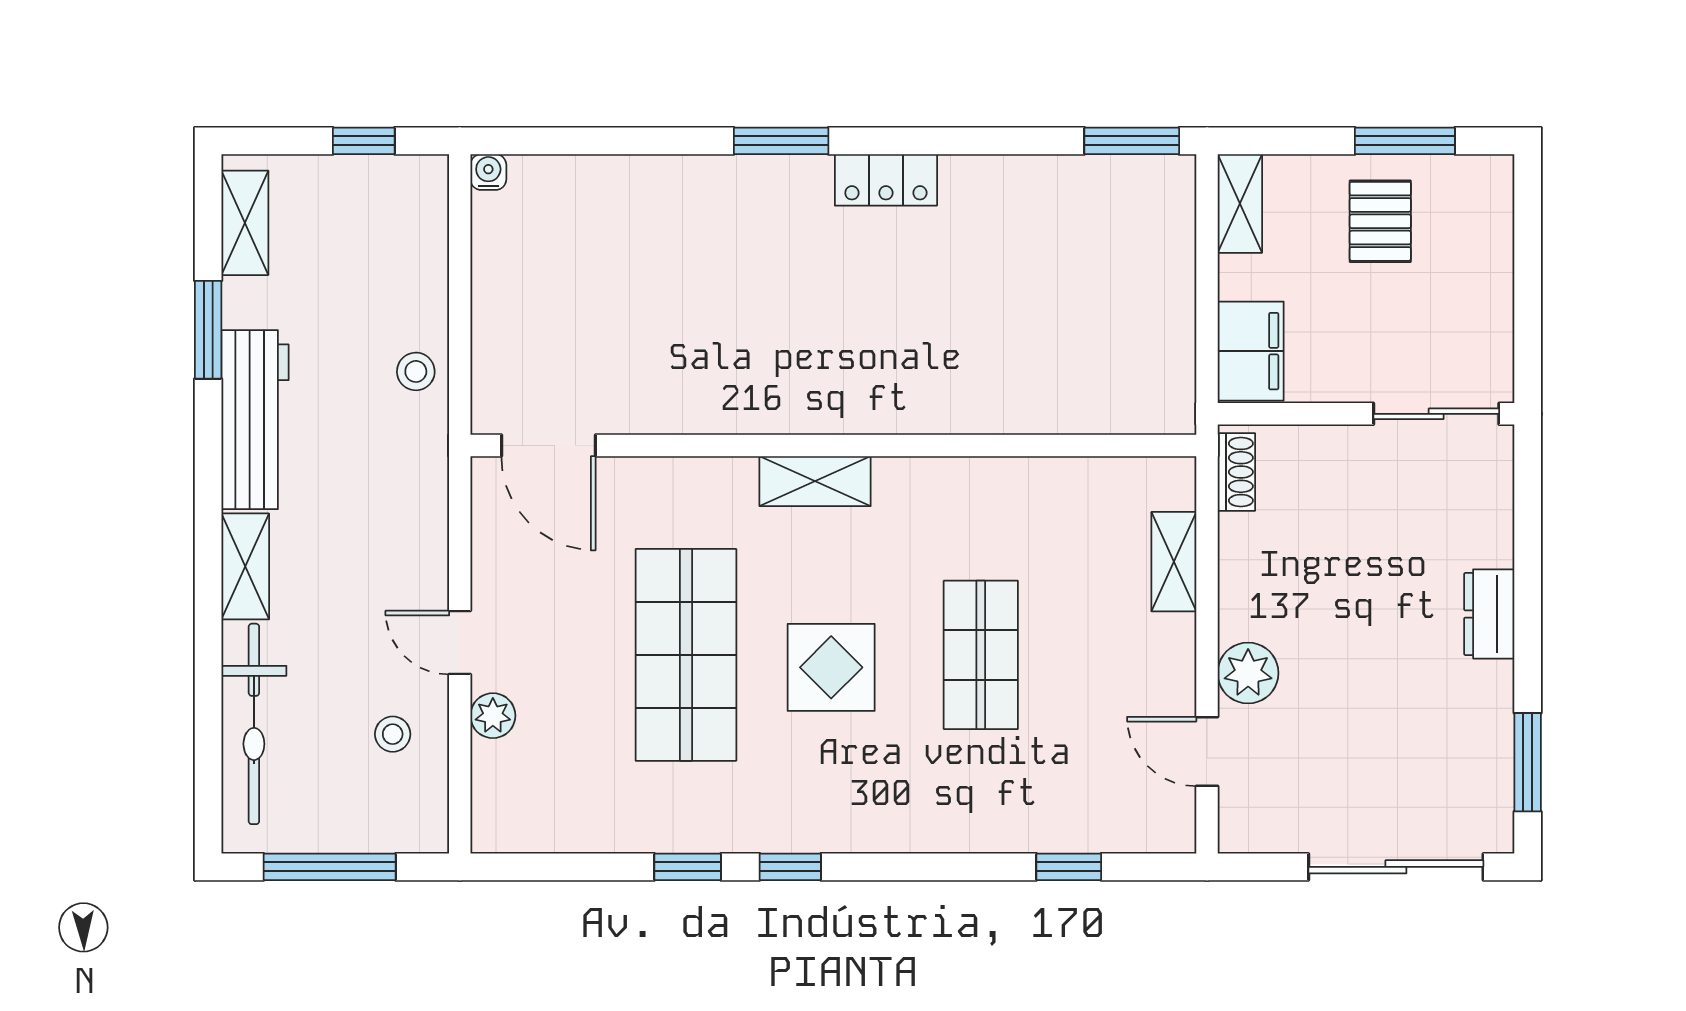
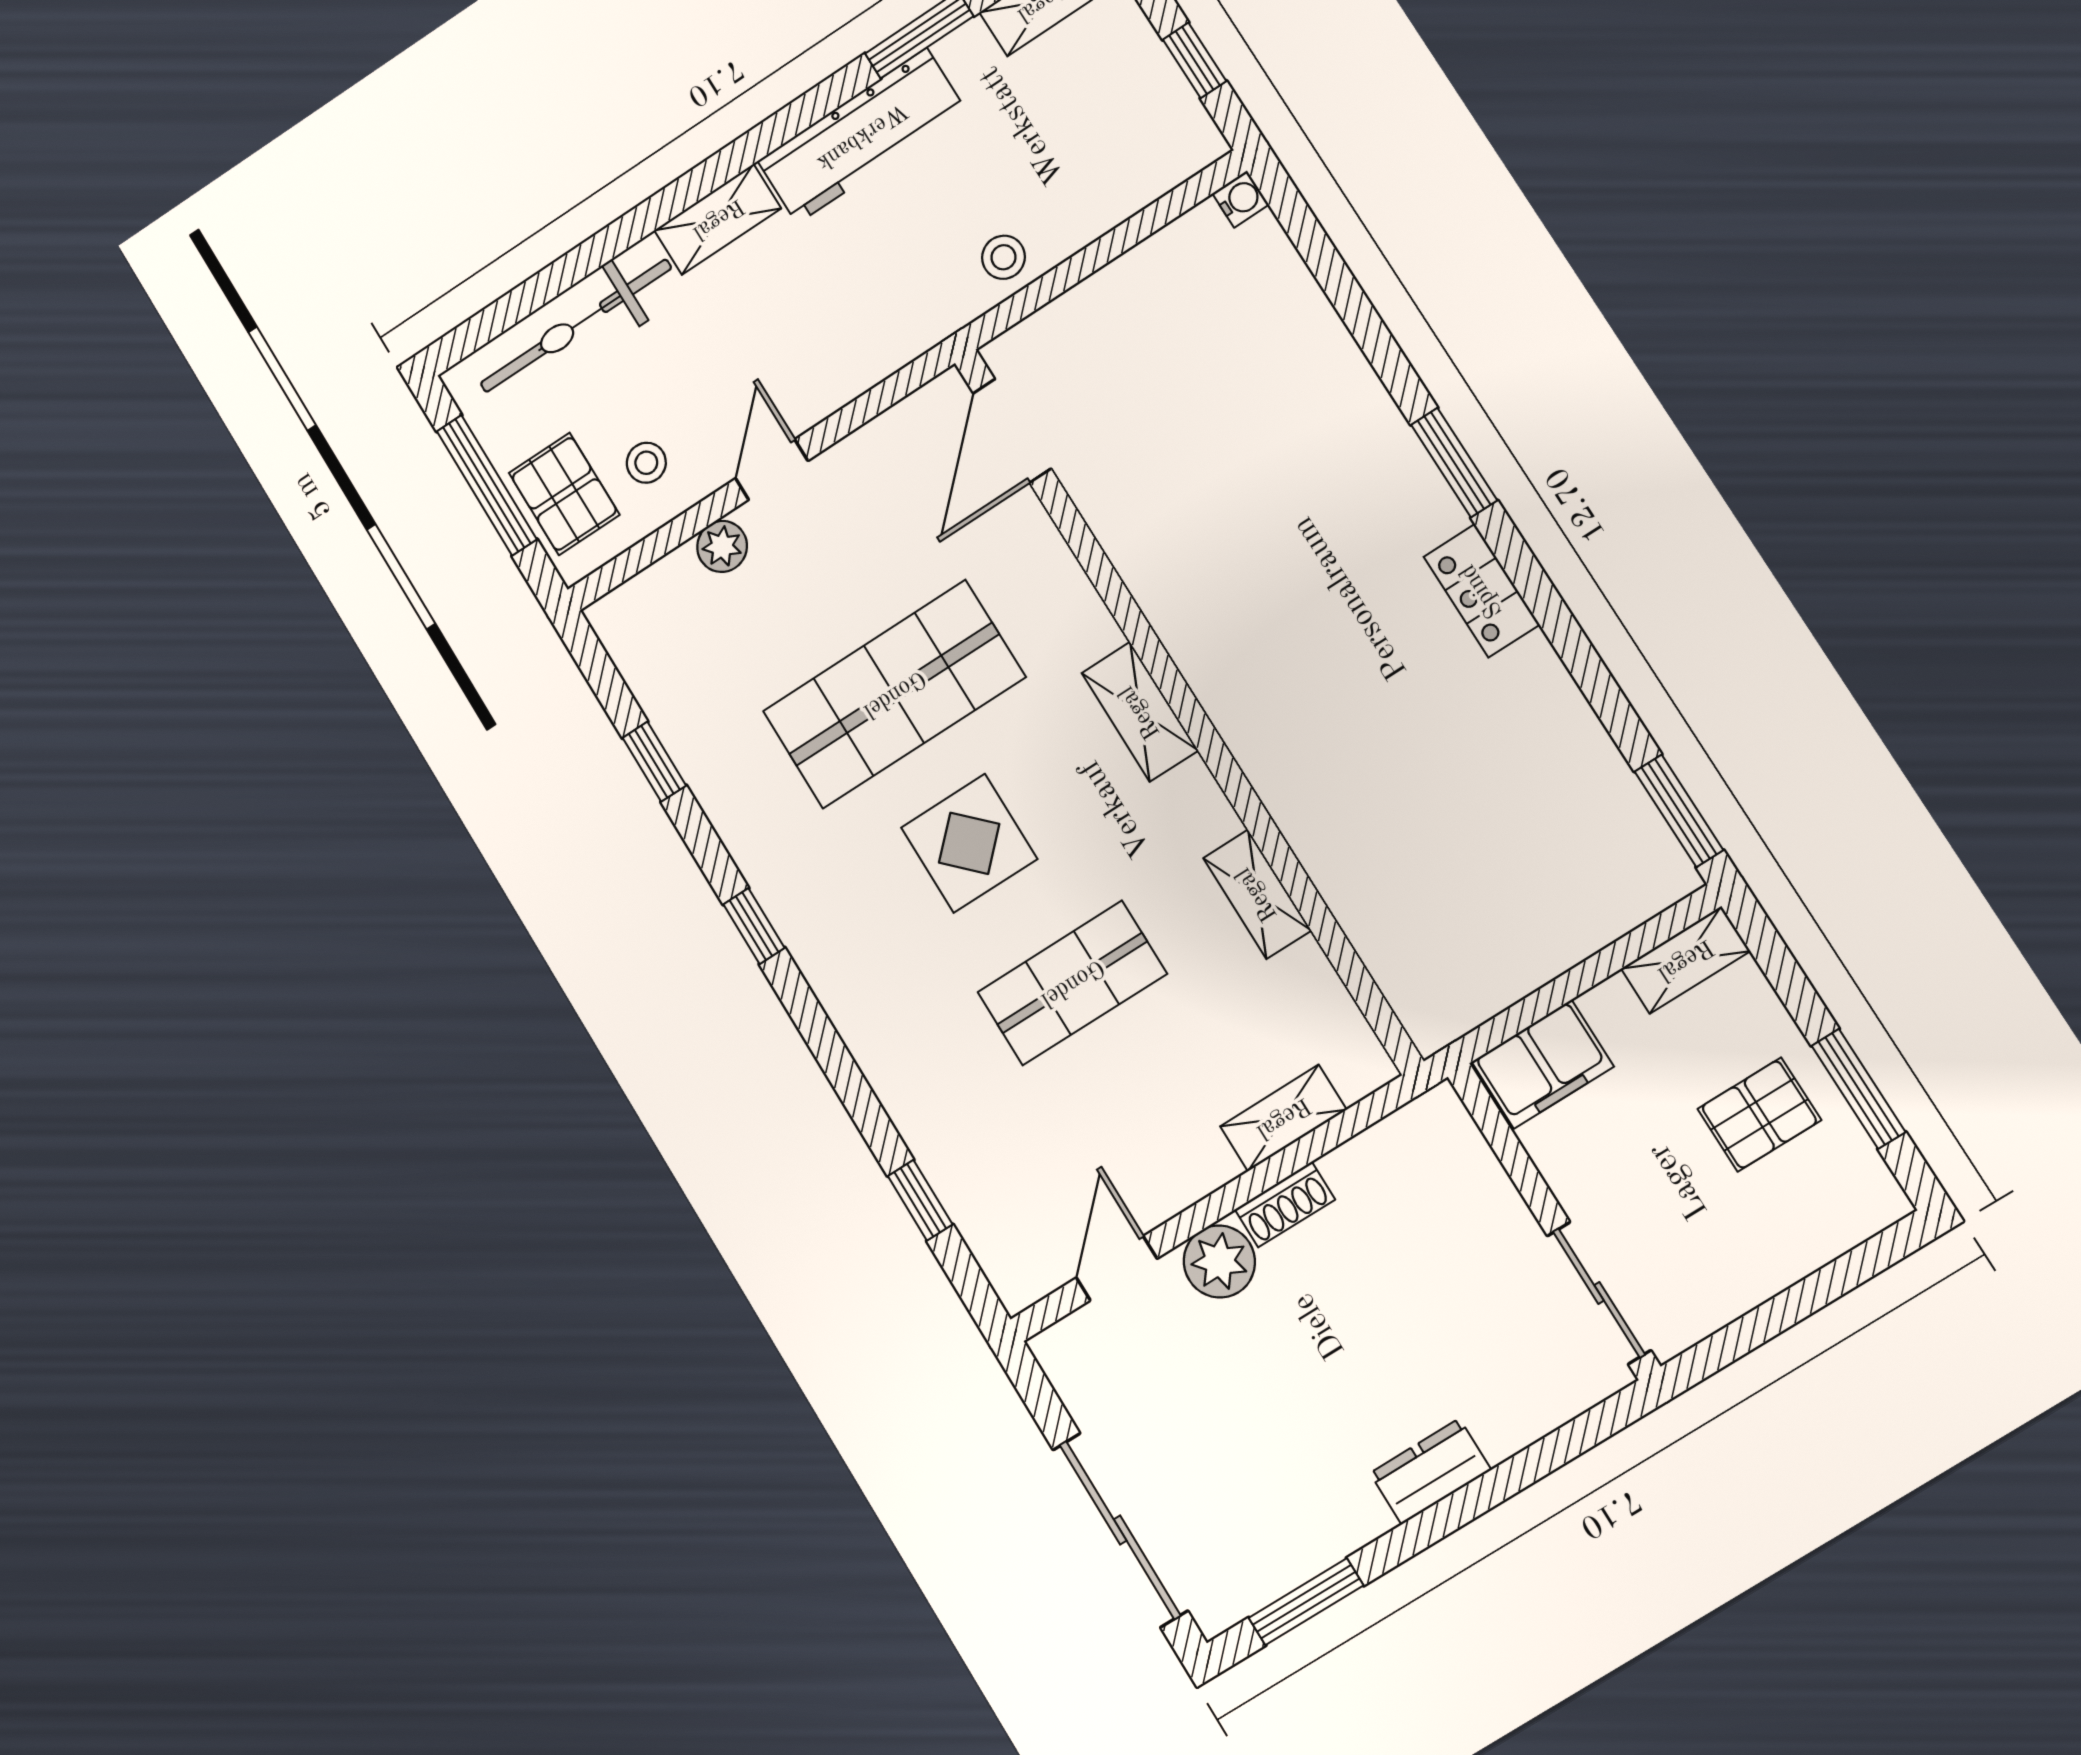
shoe rack: (1236, 472) -> (1285, 1204), moved
shelving: (1002, 479) -> (1257, 894), added
pallet: (375, 811) -> (564, 494), added
window: (688, 867) -> (654, 762), moved

